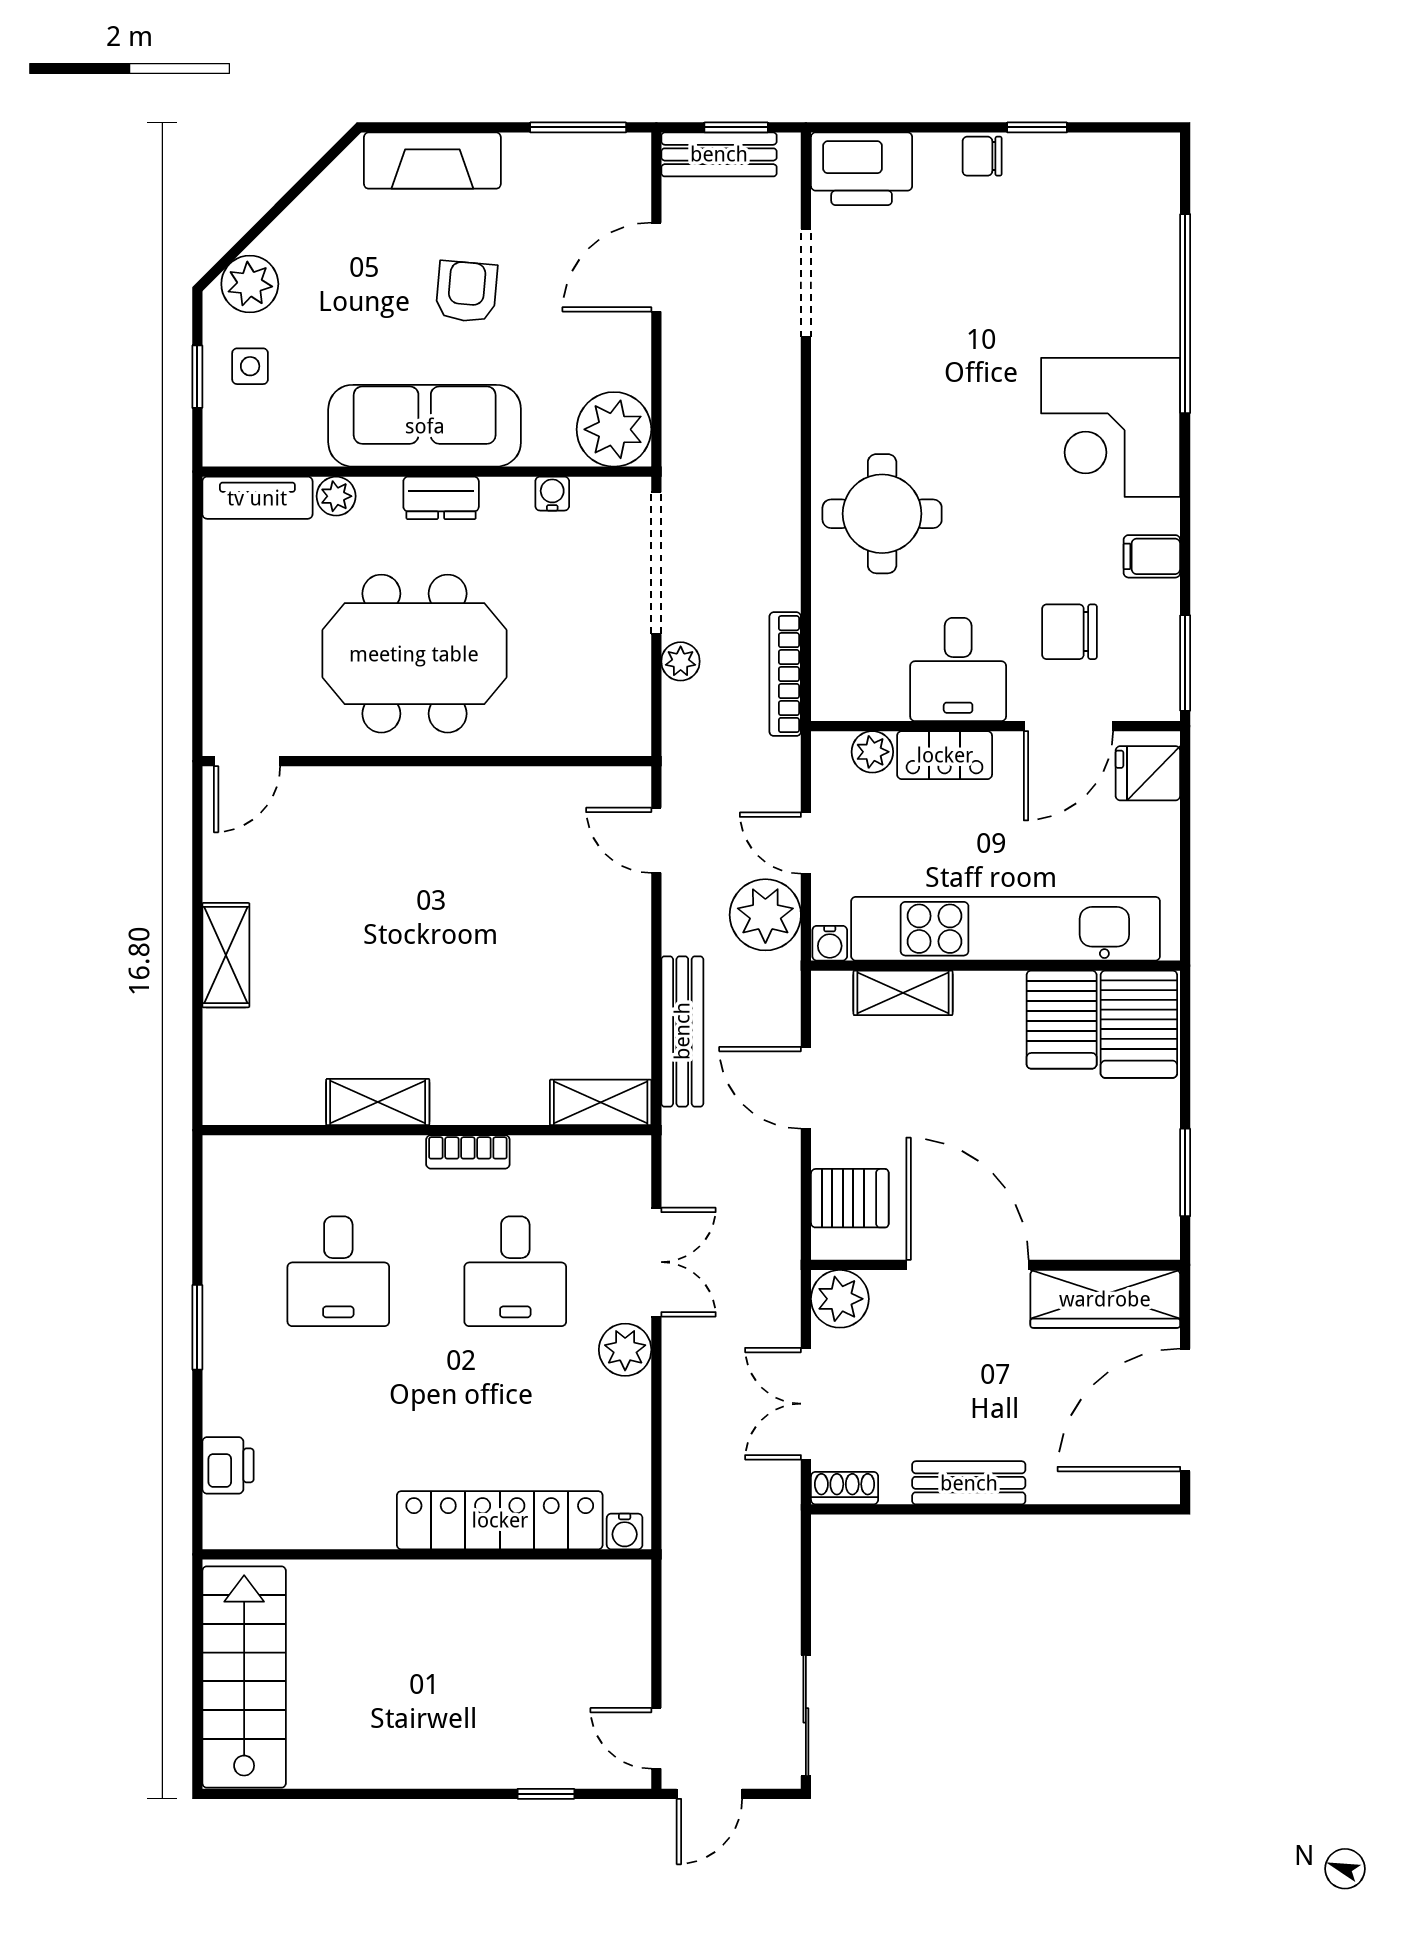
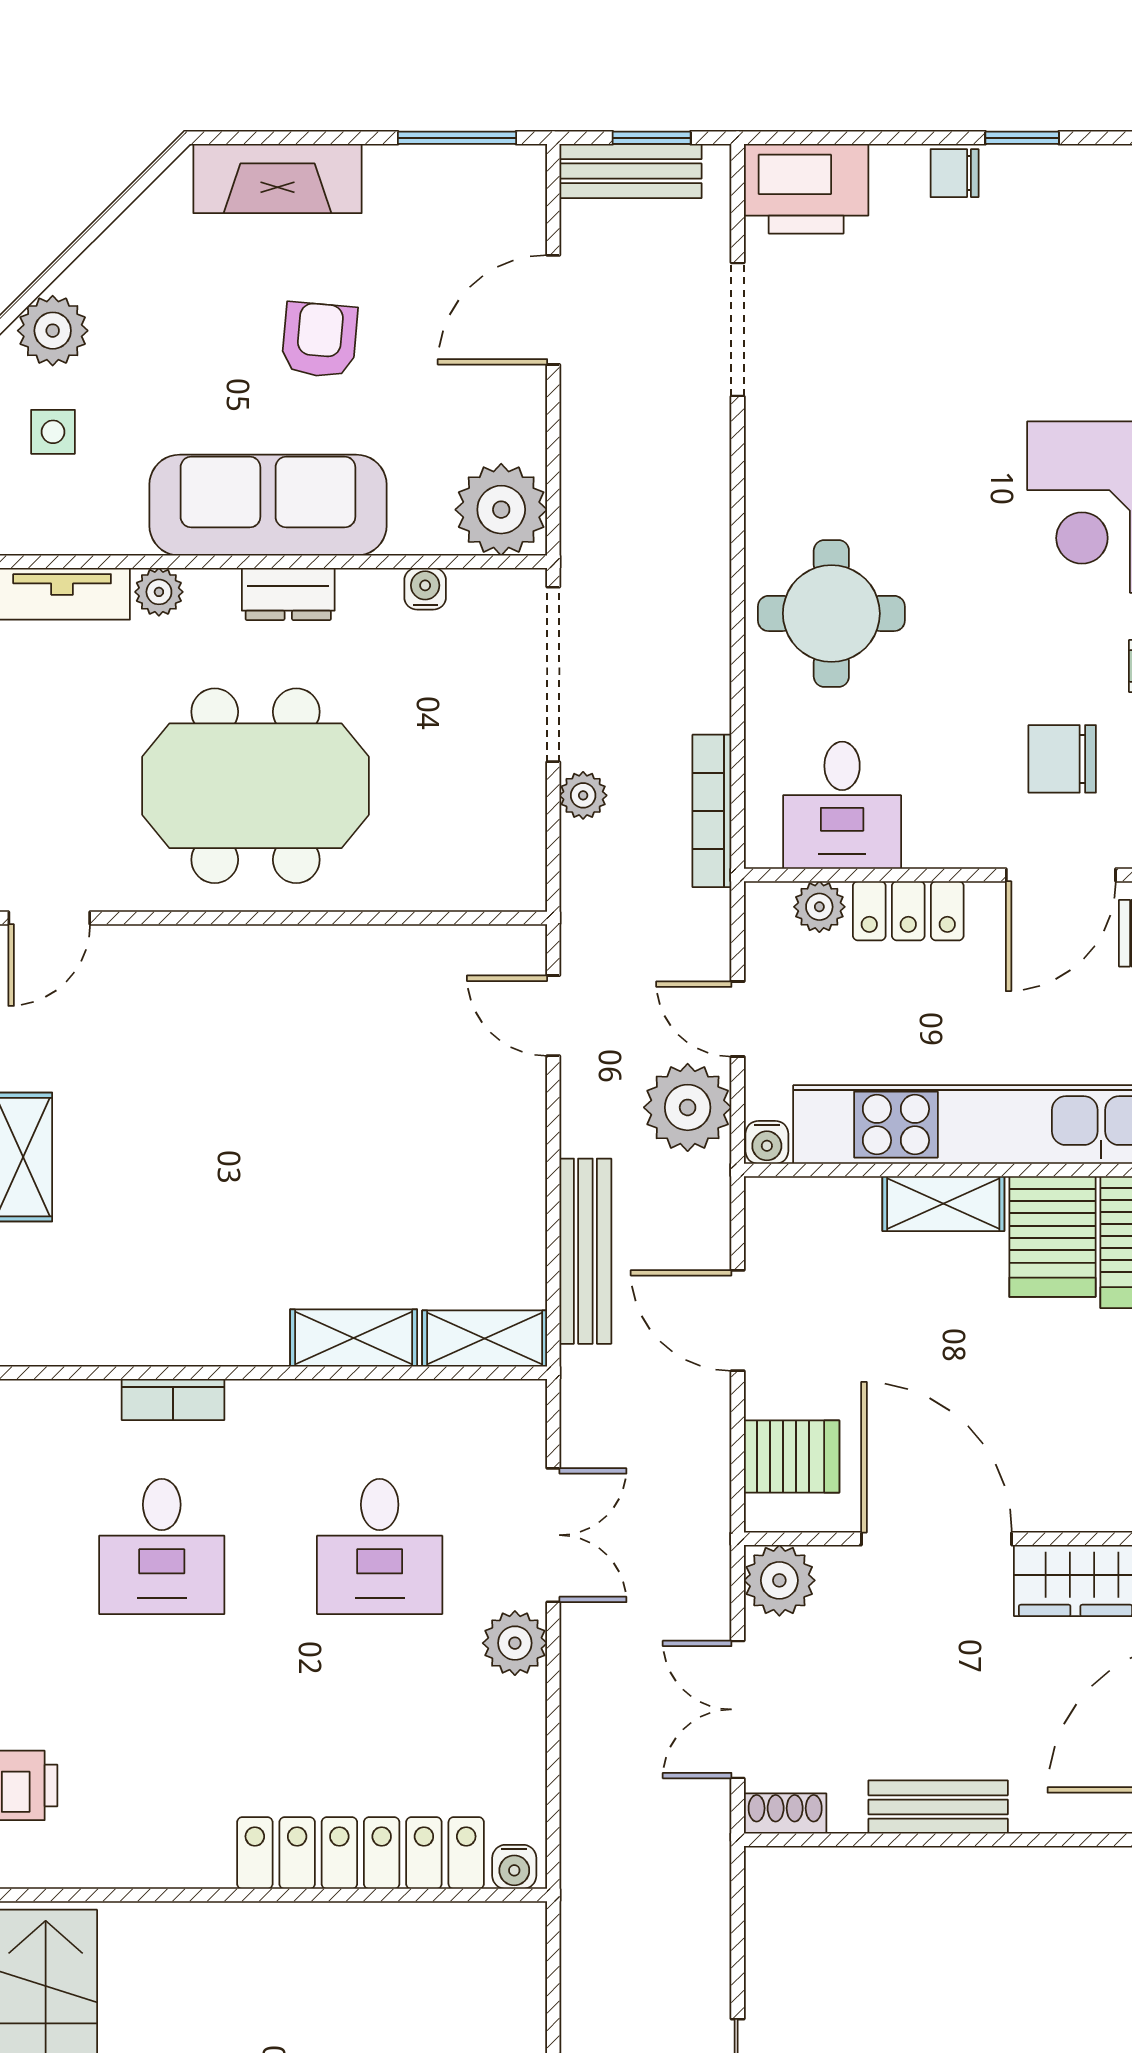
desk: (958, 669) -> (842, 805), moved
shelving: (903, 993) -> (943, 1204), moved
shelving: (378, 1102) -> (354, 1338), moved
bookcase: (468, 1152) -> (173, 1399), moved

